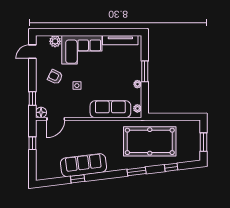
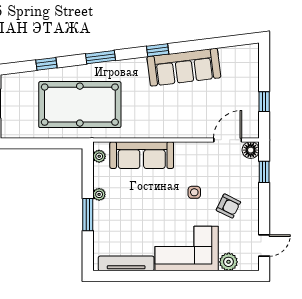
window: (78, 179) -> (158, 50), moved

